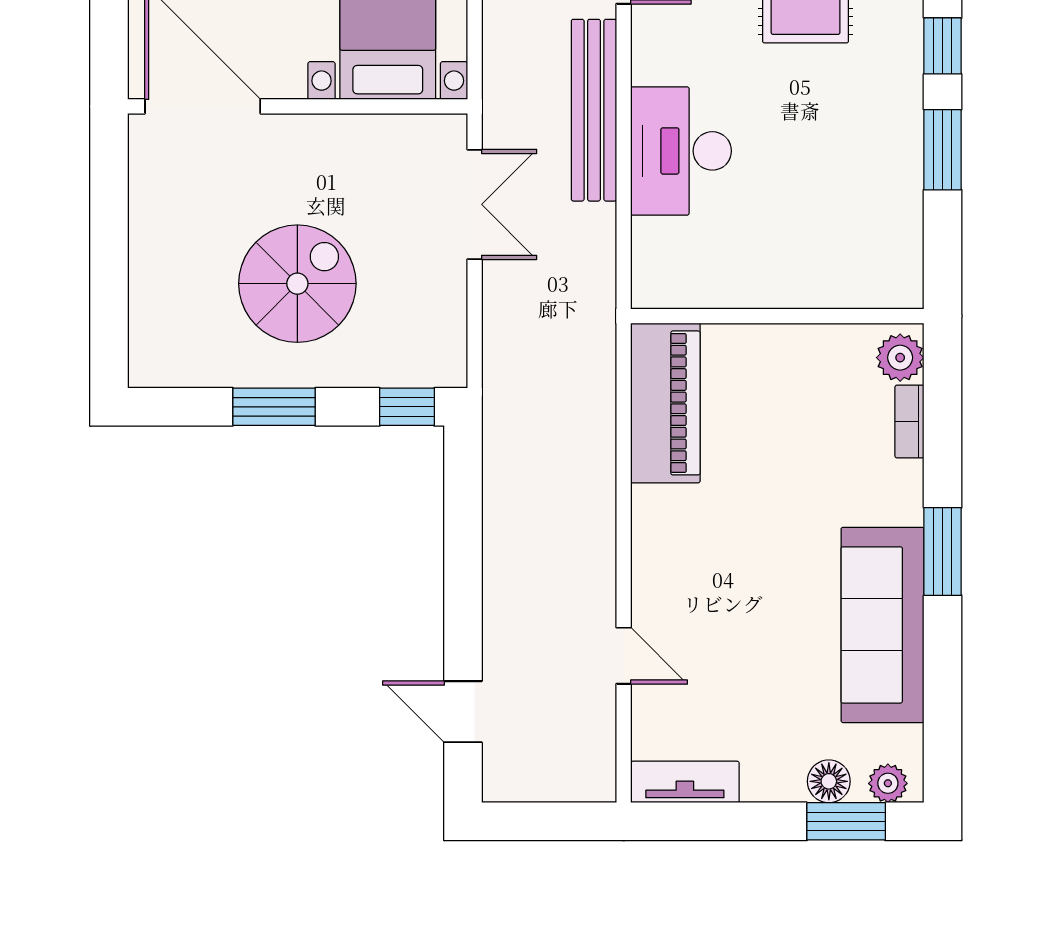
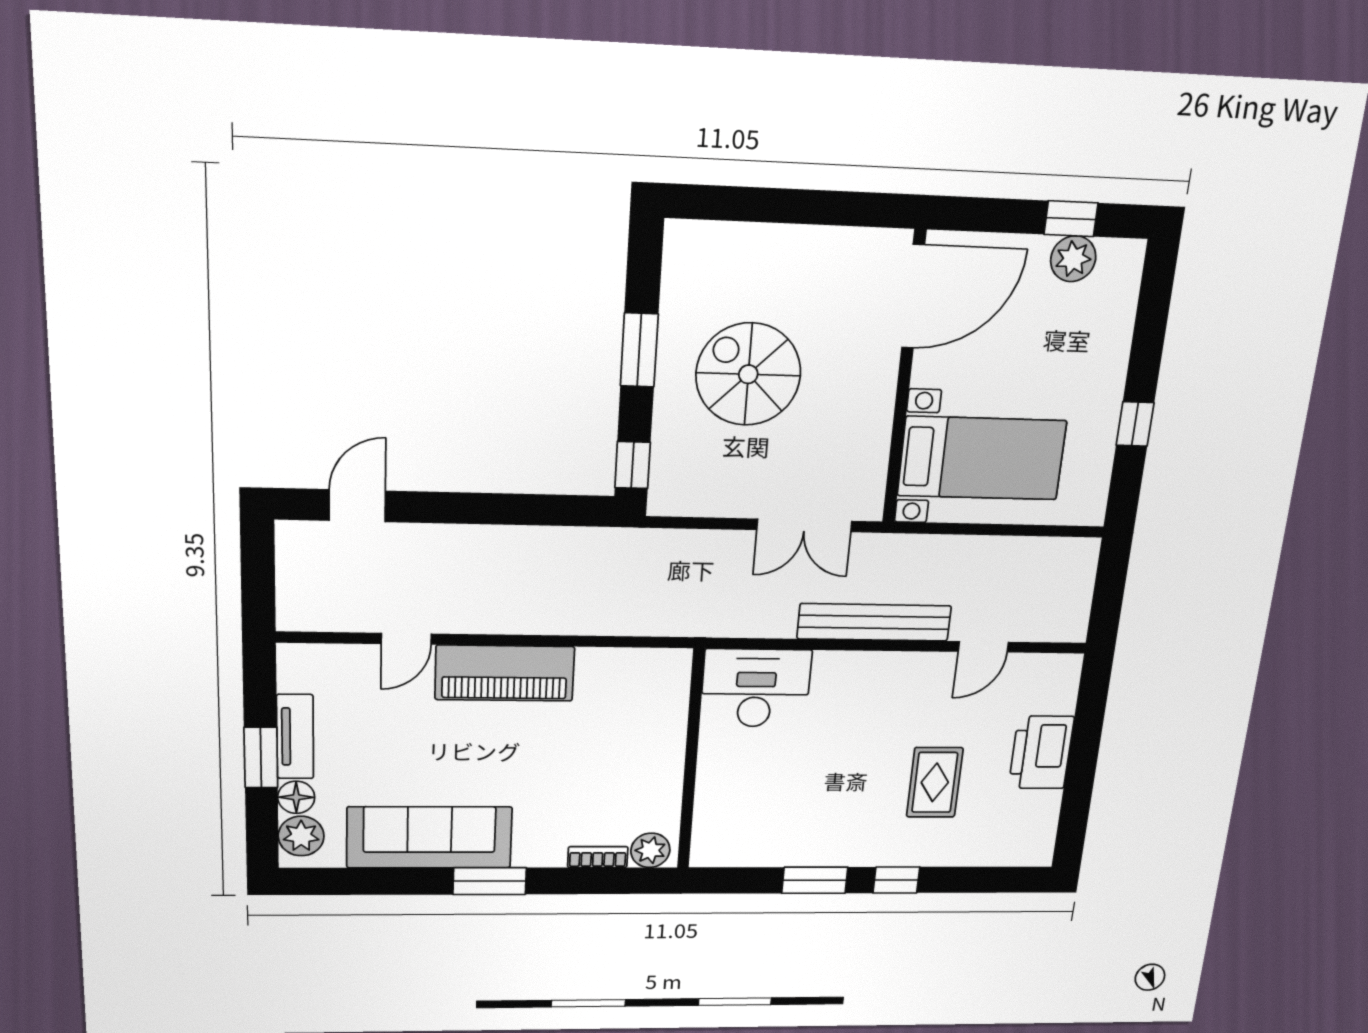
desk: (681, 151) -> (756, 688), moved
spiral stairs: (297, 284) -> (748, 374), turned 180
piano: (665, 403) -> (505, 673), moved
tv unit: (685, 782) -> (295, 737), moved
plant: (888, 783) -> (301, 836), width x1.38, depth x1.38
window: (846, 821) -> (261, 758), moved

